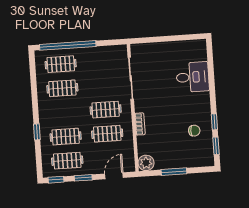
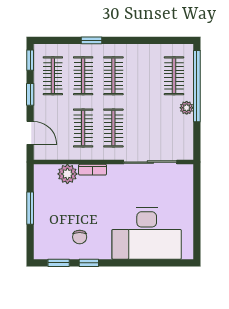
plant: (85, 52) -> (187, 108), added
desk: (193, 77) -> (147, 233), width x1.87, depth x1.30
clothes rail: (62, 88) -> (113, 76), moved
plant: (146, 163) -> (67, 174), moved

